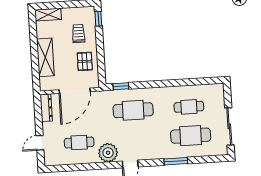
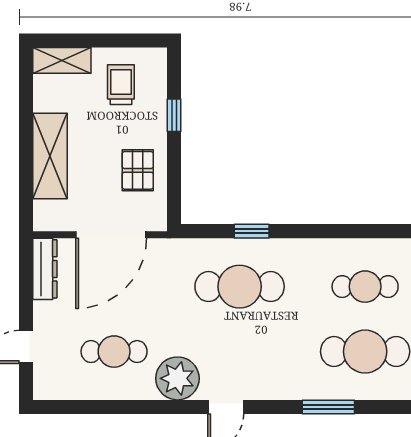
window: (98, 19) -> (174, 115), moved
trolley: (78, 34) -> (121, 85), moved
window: (121, 86) -> (252, 231), moved

